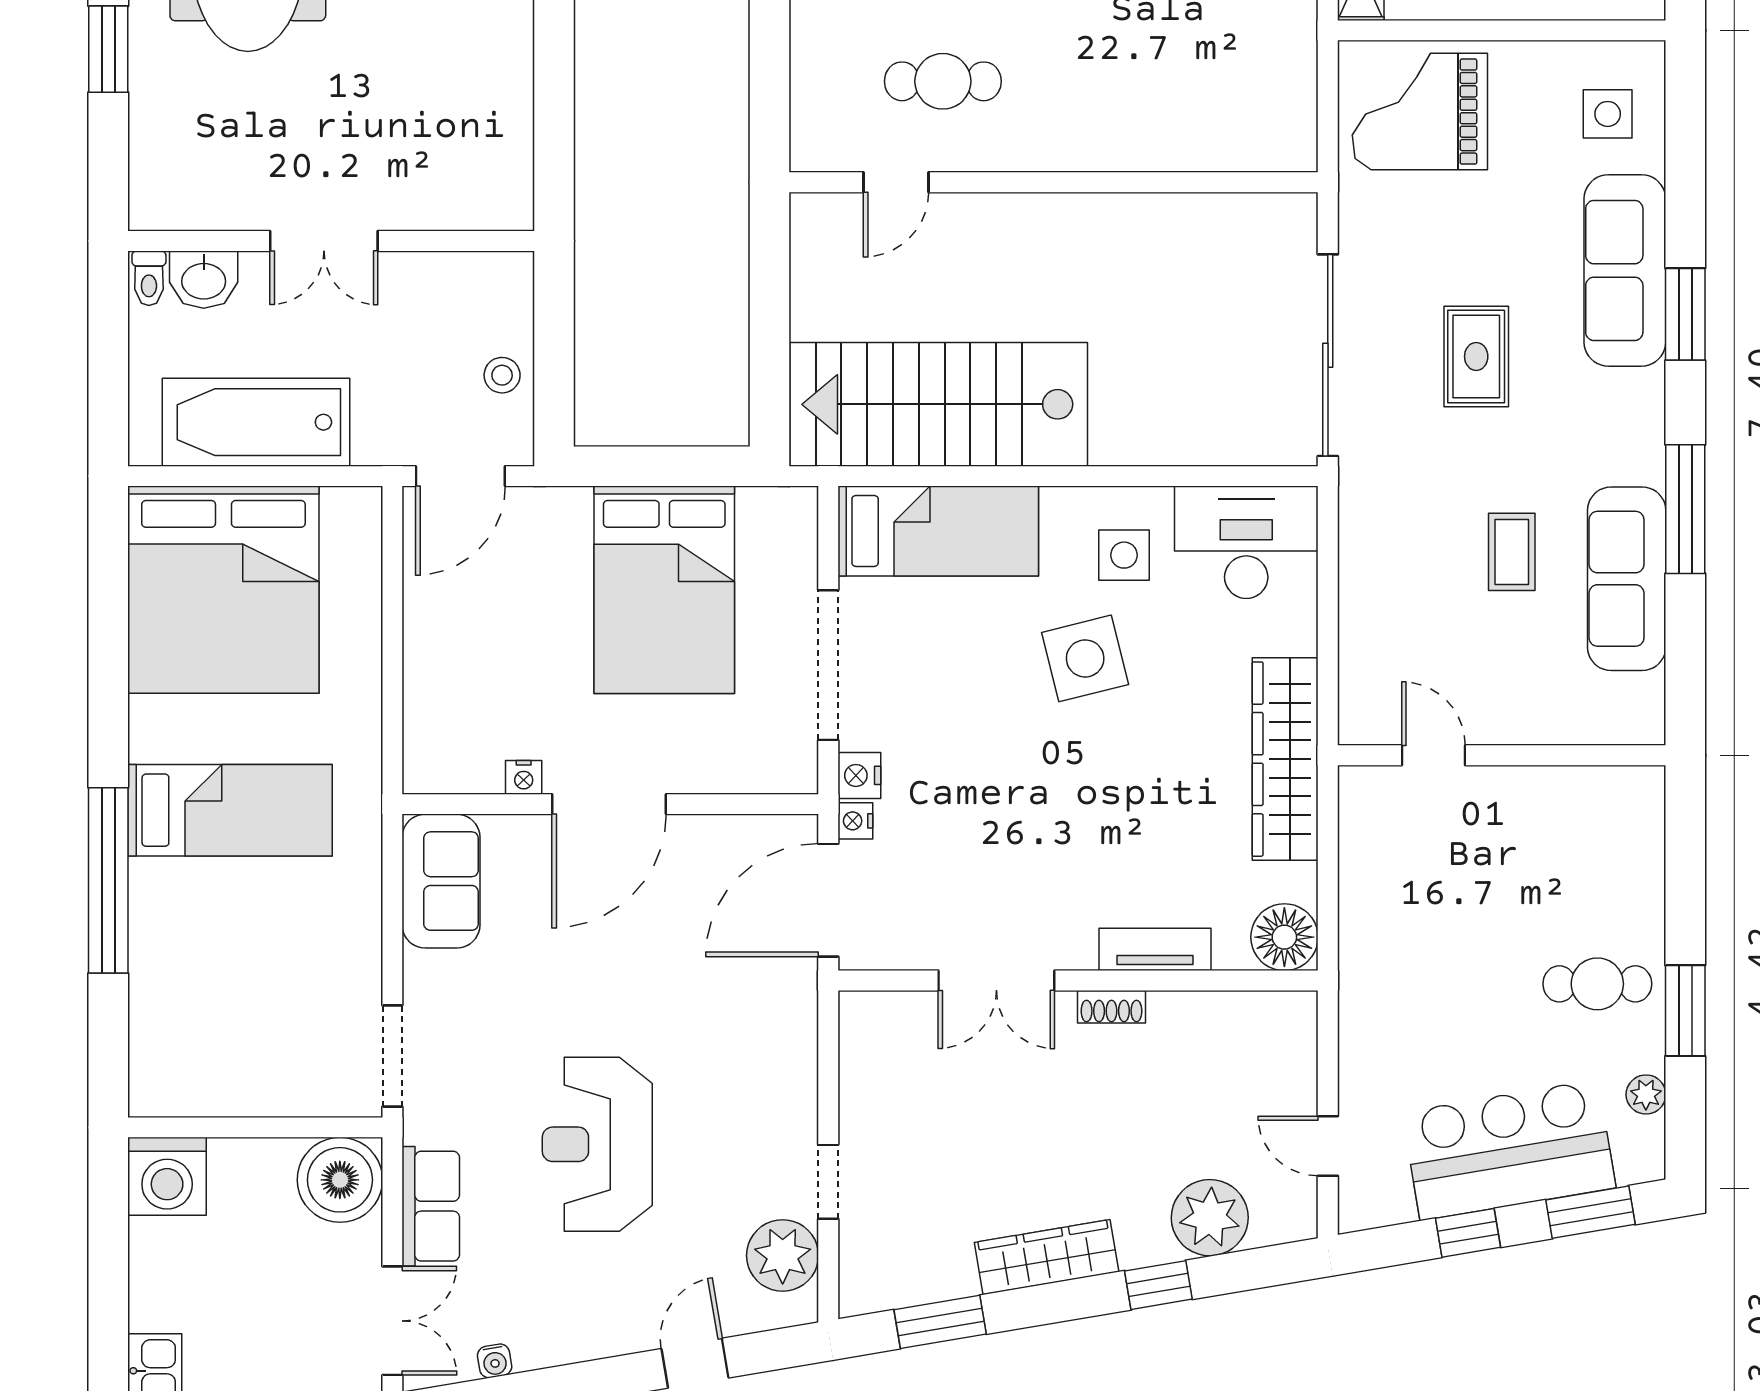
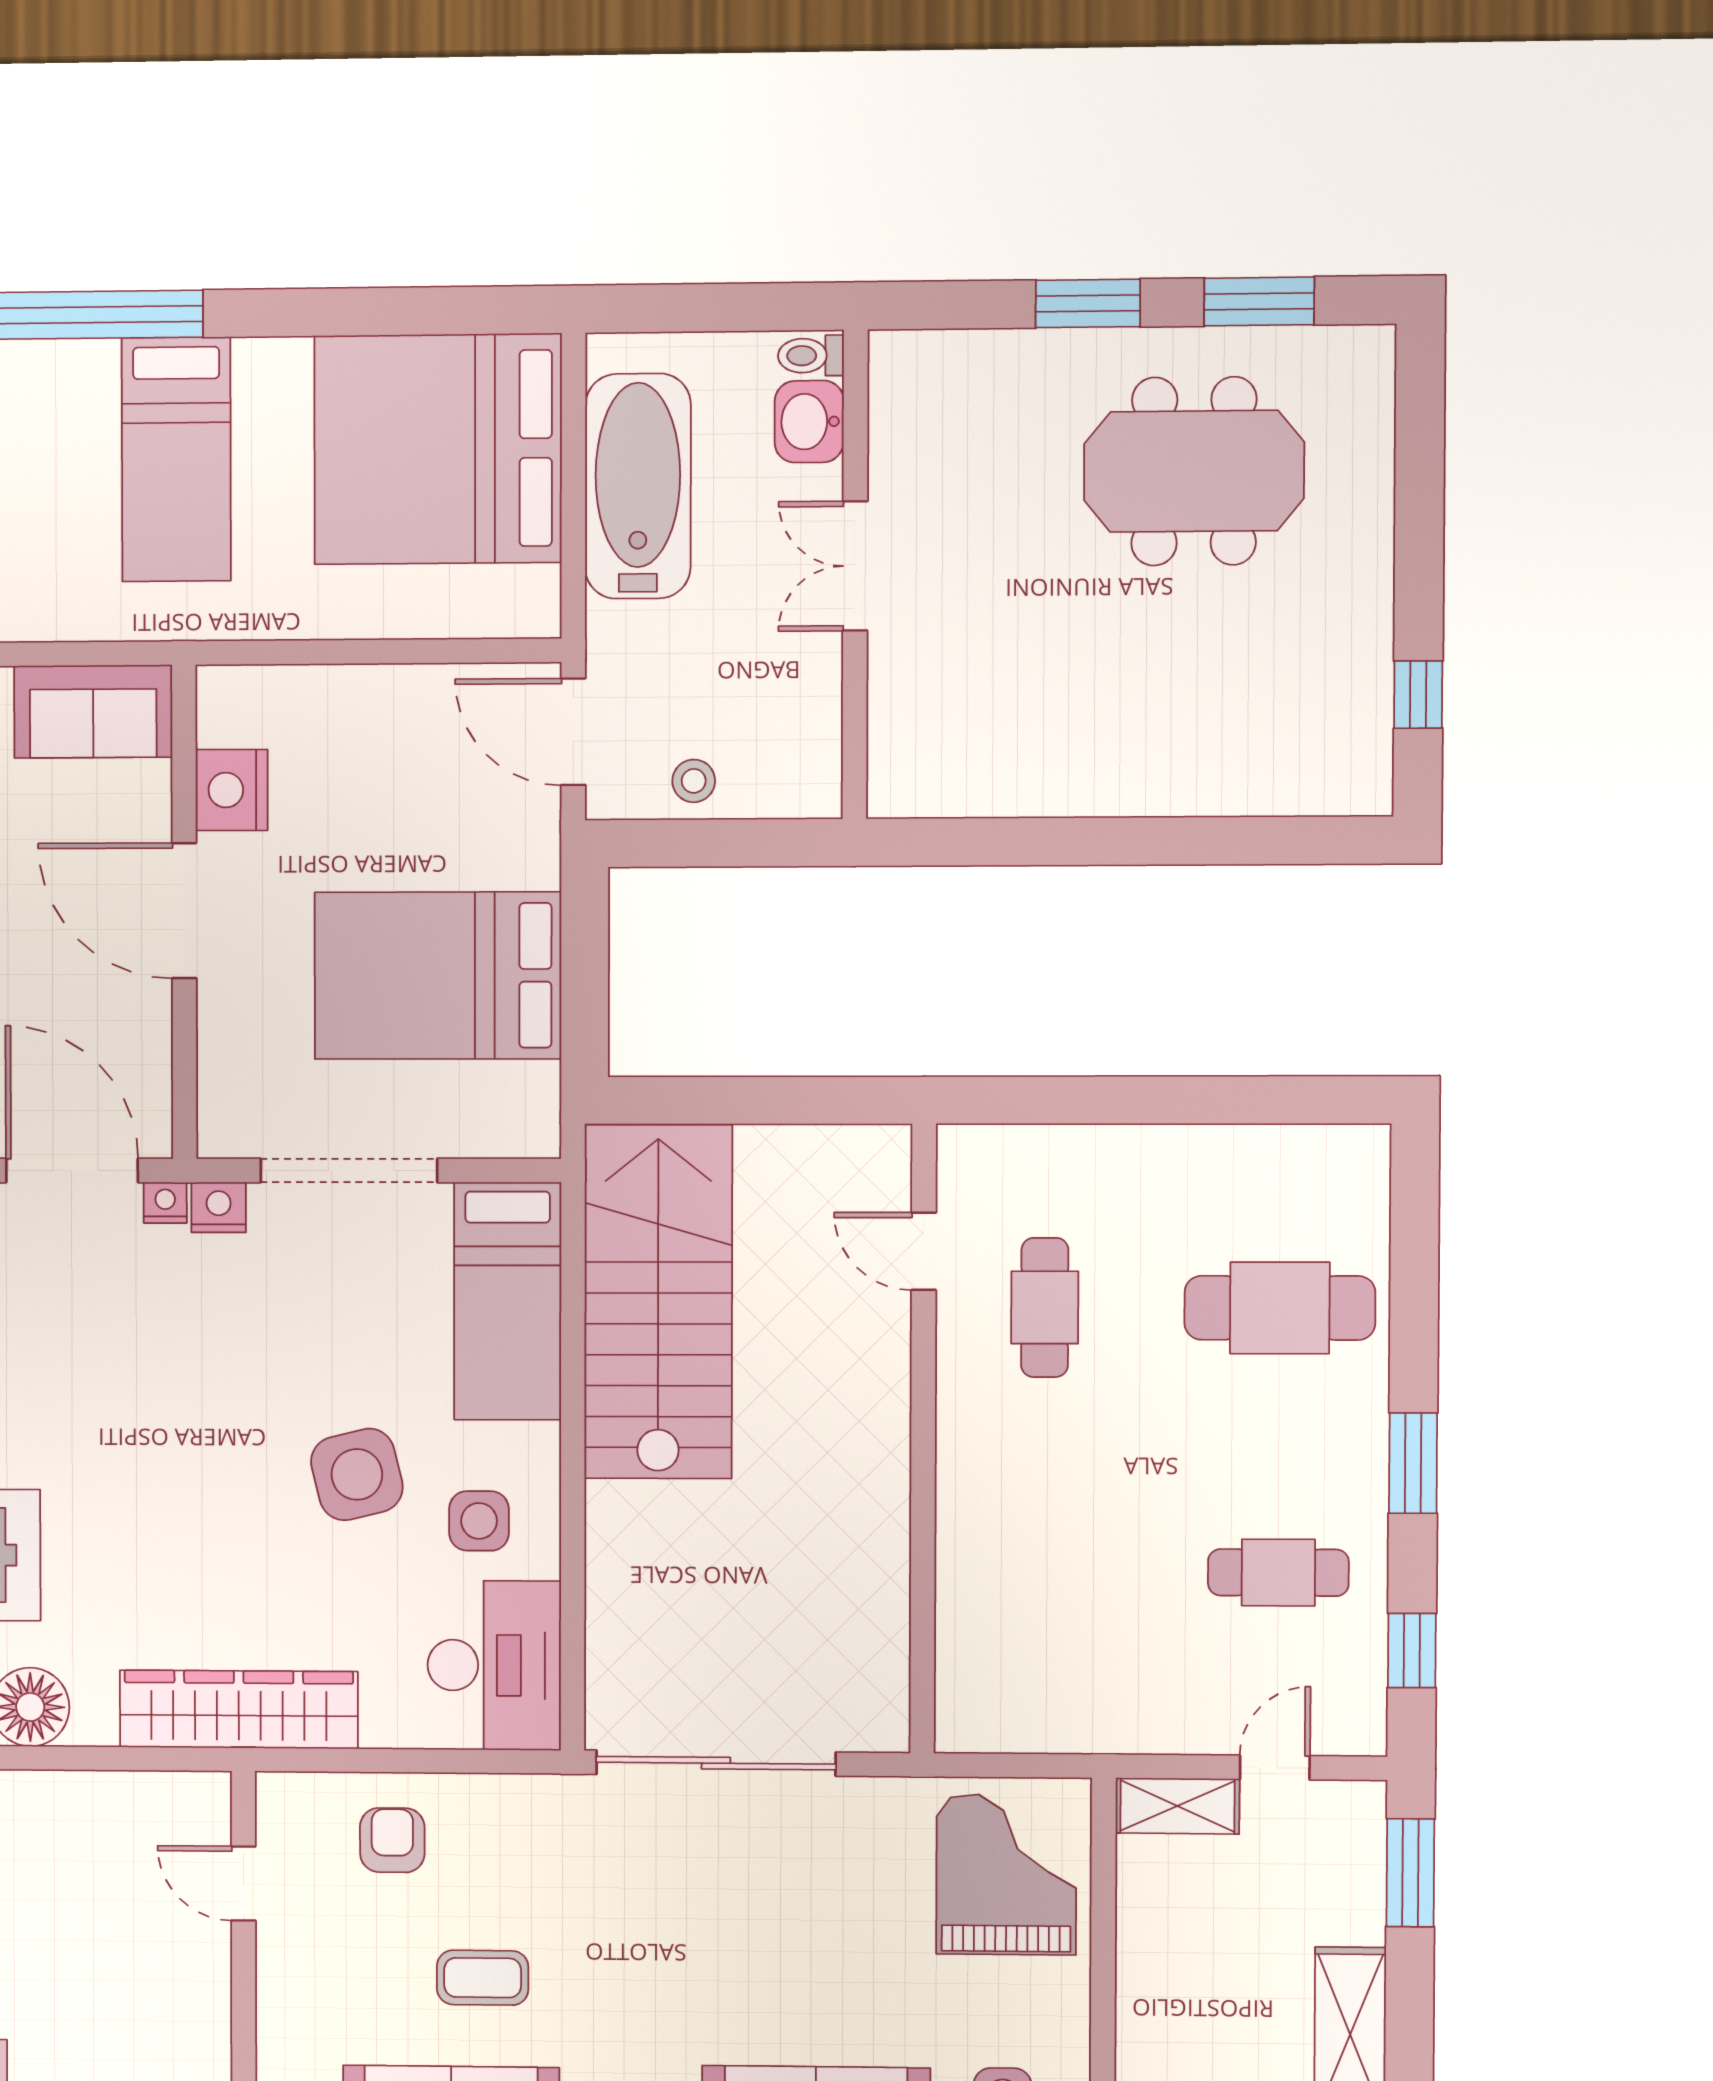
rug: (1476, 356) -> (714, 1938), removed
armchair: (1395, 629) -> (392, 1840), added
door: (1433, 755) -> (243, 1884), swing flipped
nightstand: (524, 777) -> (232, 790), width x1.89, depth x1.79

